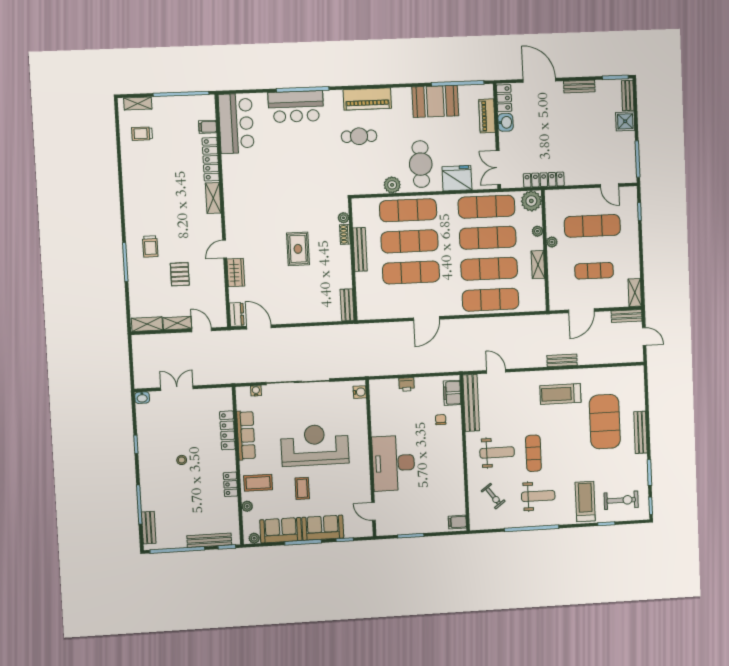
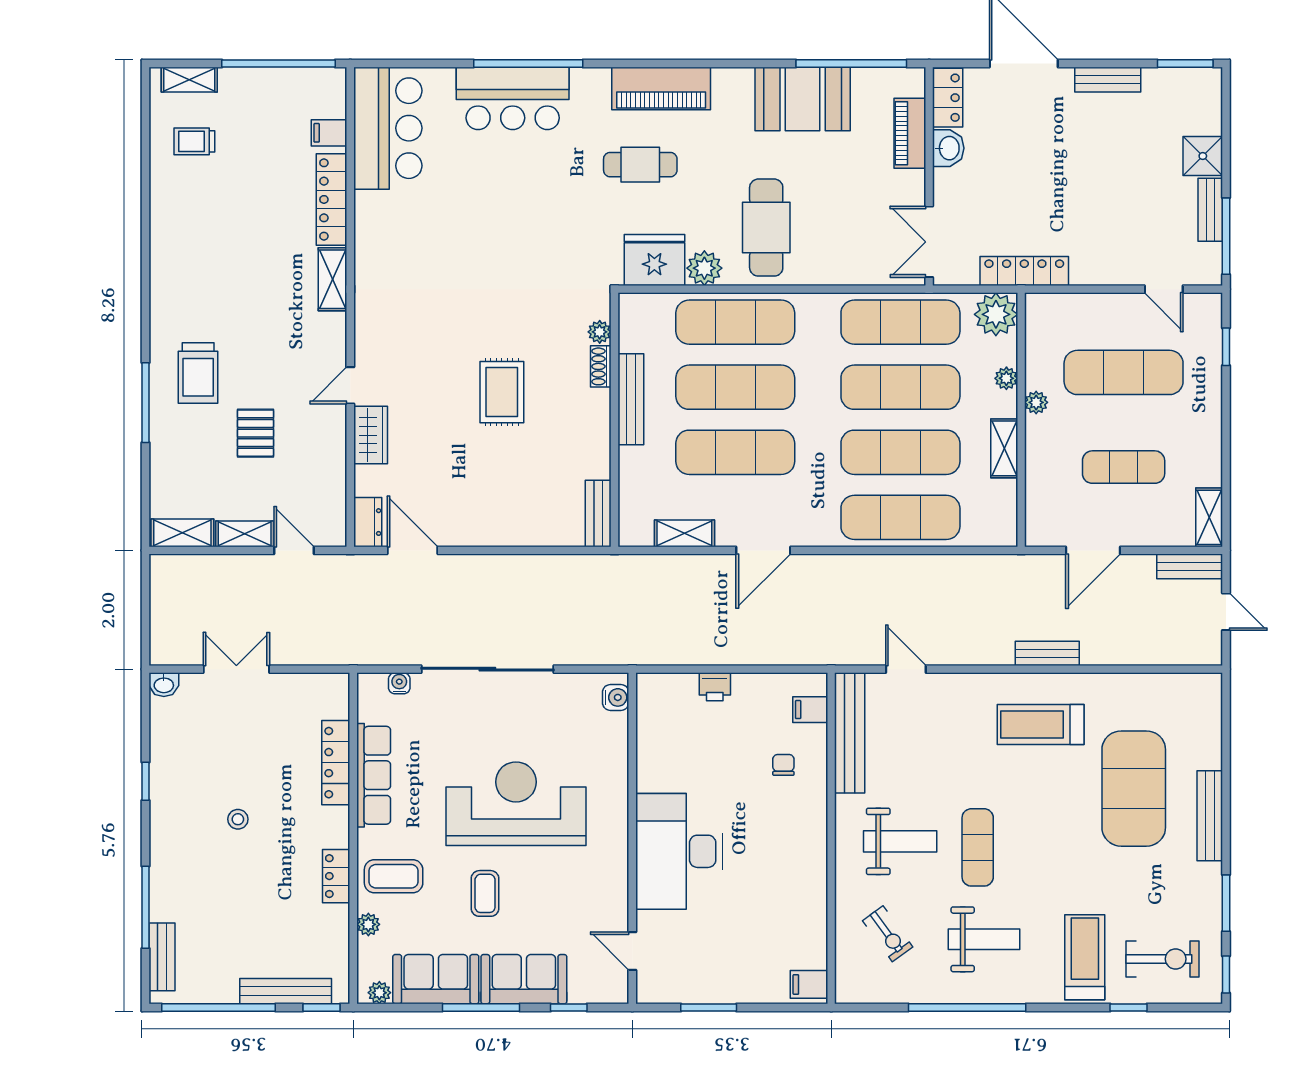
bench: (628, 96) -> (1210, 210), moved
fridge: (457, 178) -> (654, 260), moved
trolley: (150, 246) -> (198, 373), width x1.36, depth x1.39
shelving: (389, 312) -> (684, 533), added
filing cabinet: (452, 393) -> (810, 710), width x0.50

